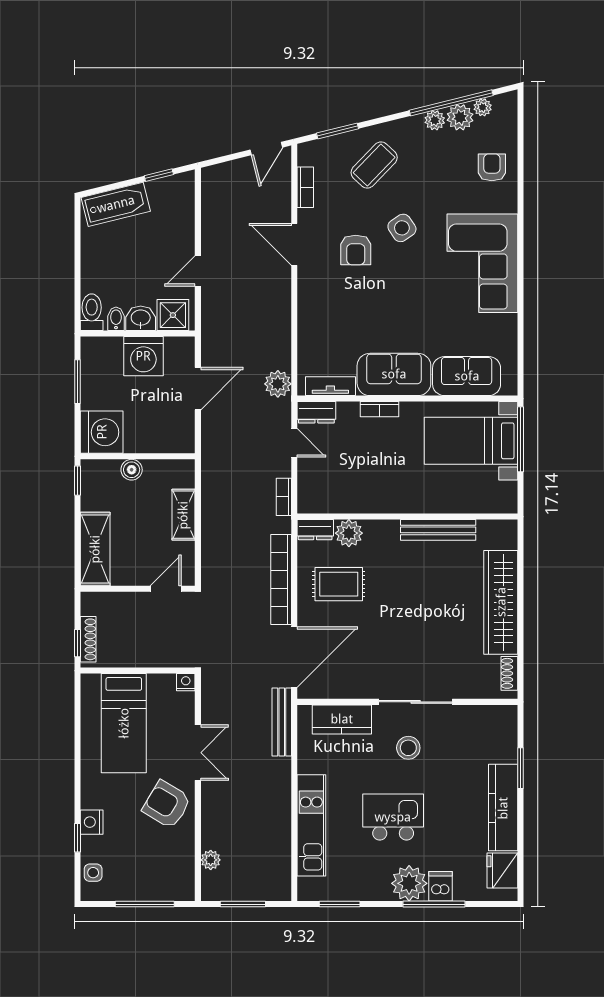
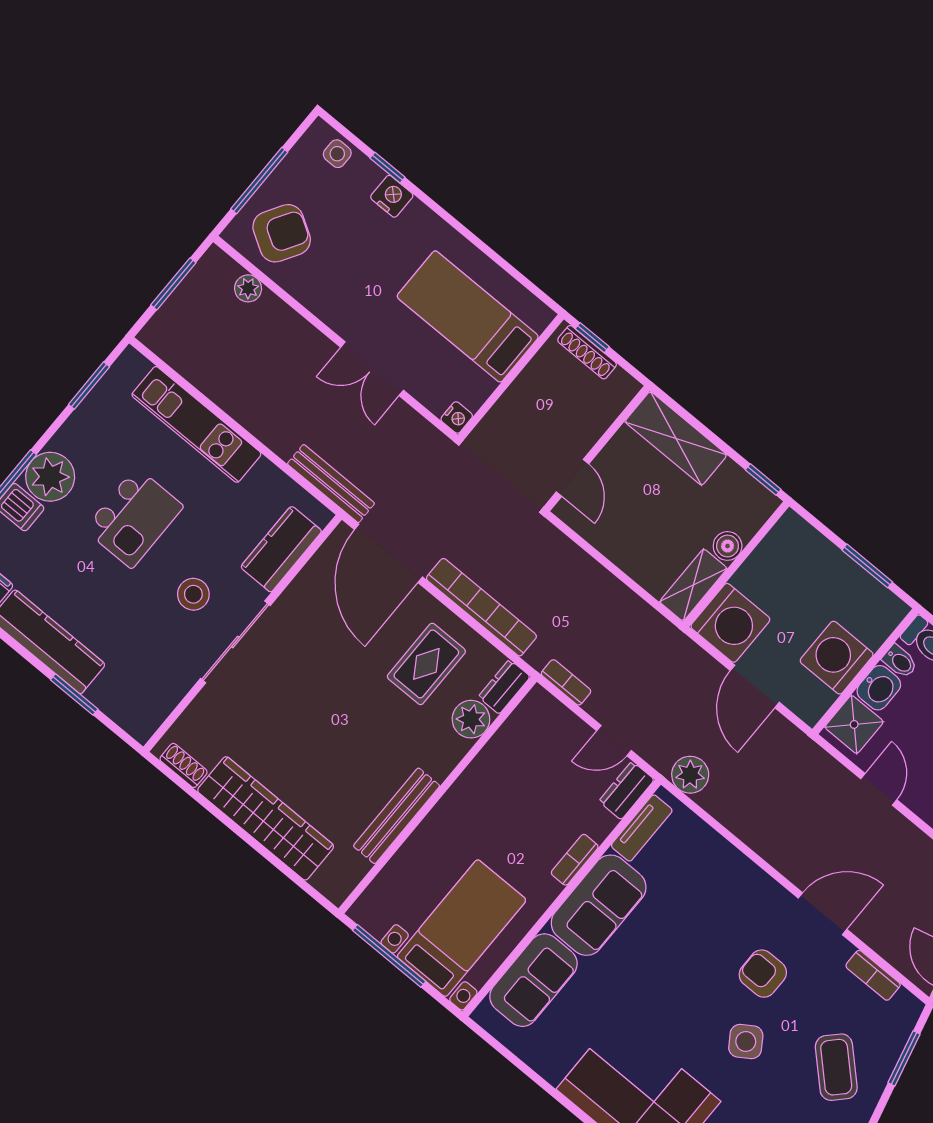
washing machine: (102, 432) -> (730, 623), moved, turned -90
window: (520, 439) -> (389, 956), moved
shelving: (183, 515) -> (693, 585), moved, turned 90
armchair: (167, 805) -> (282, 233), moved

